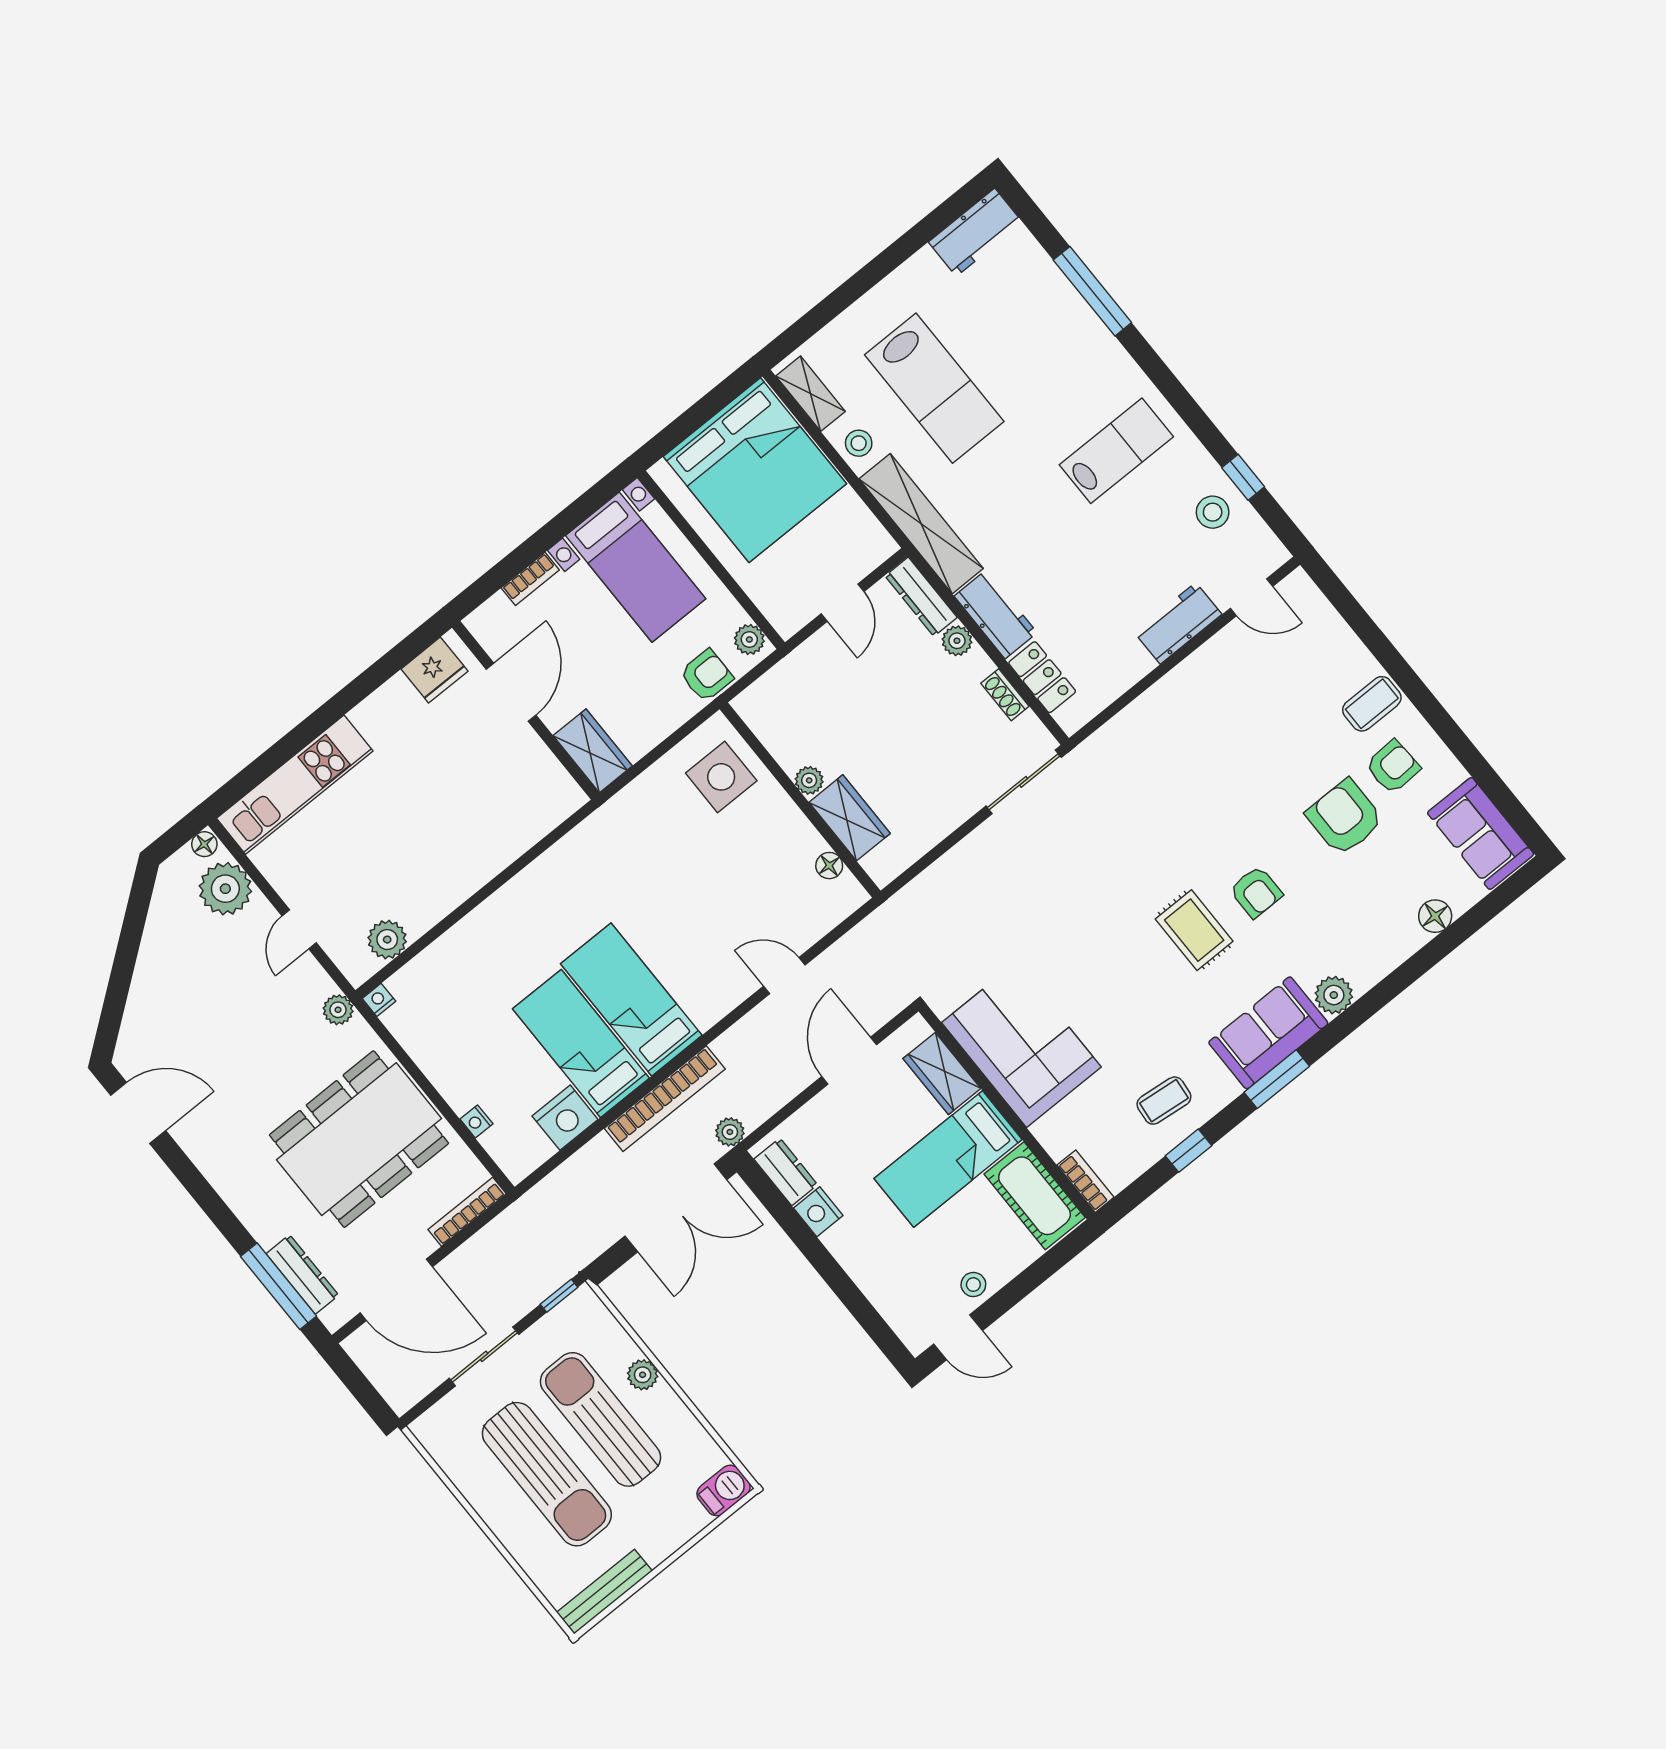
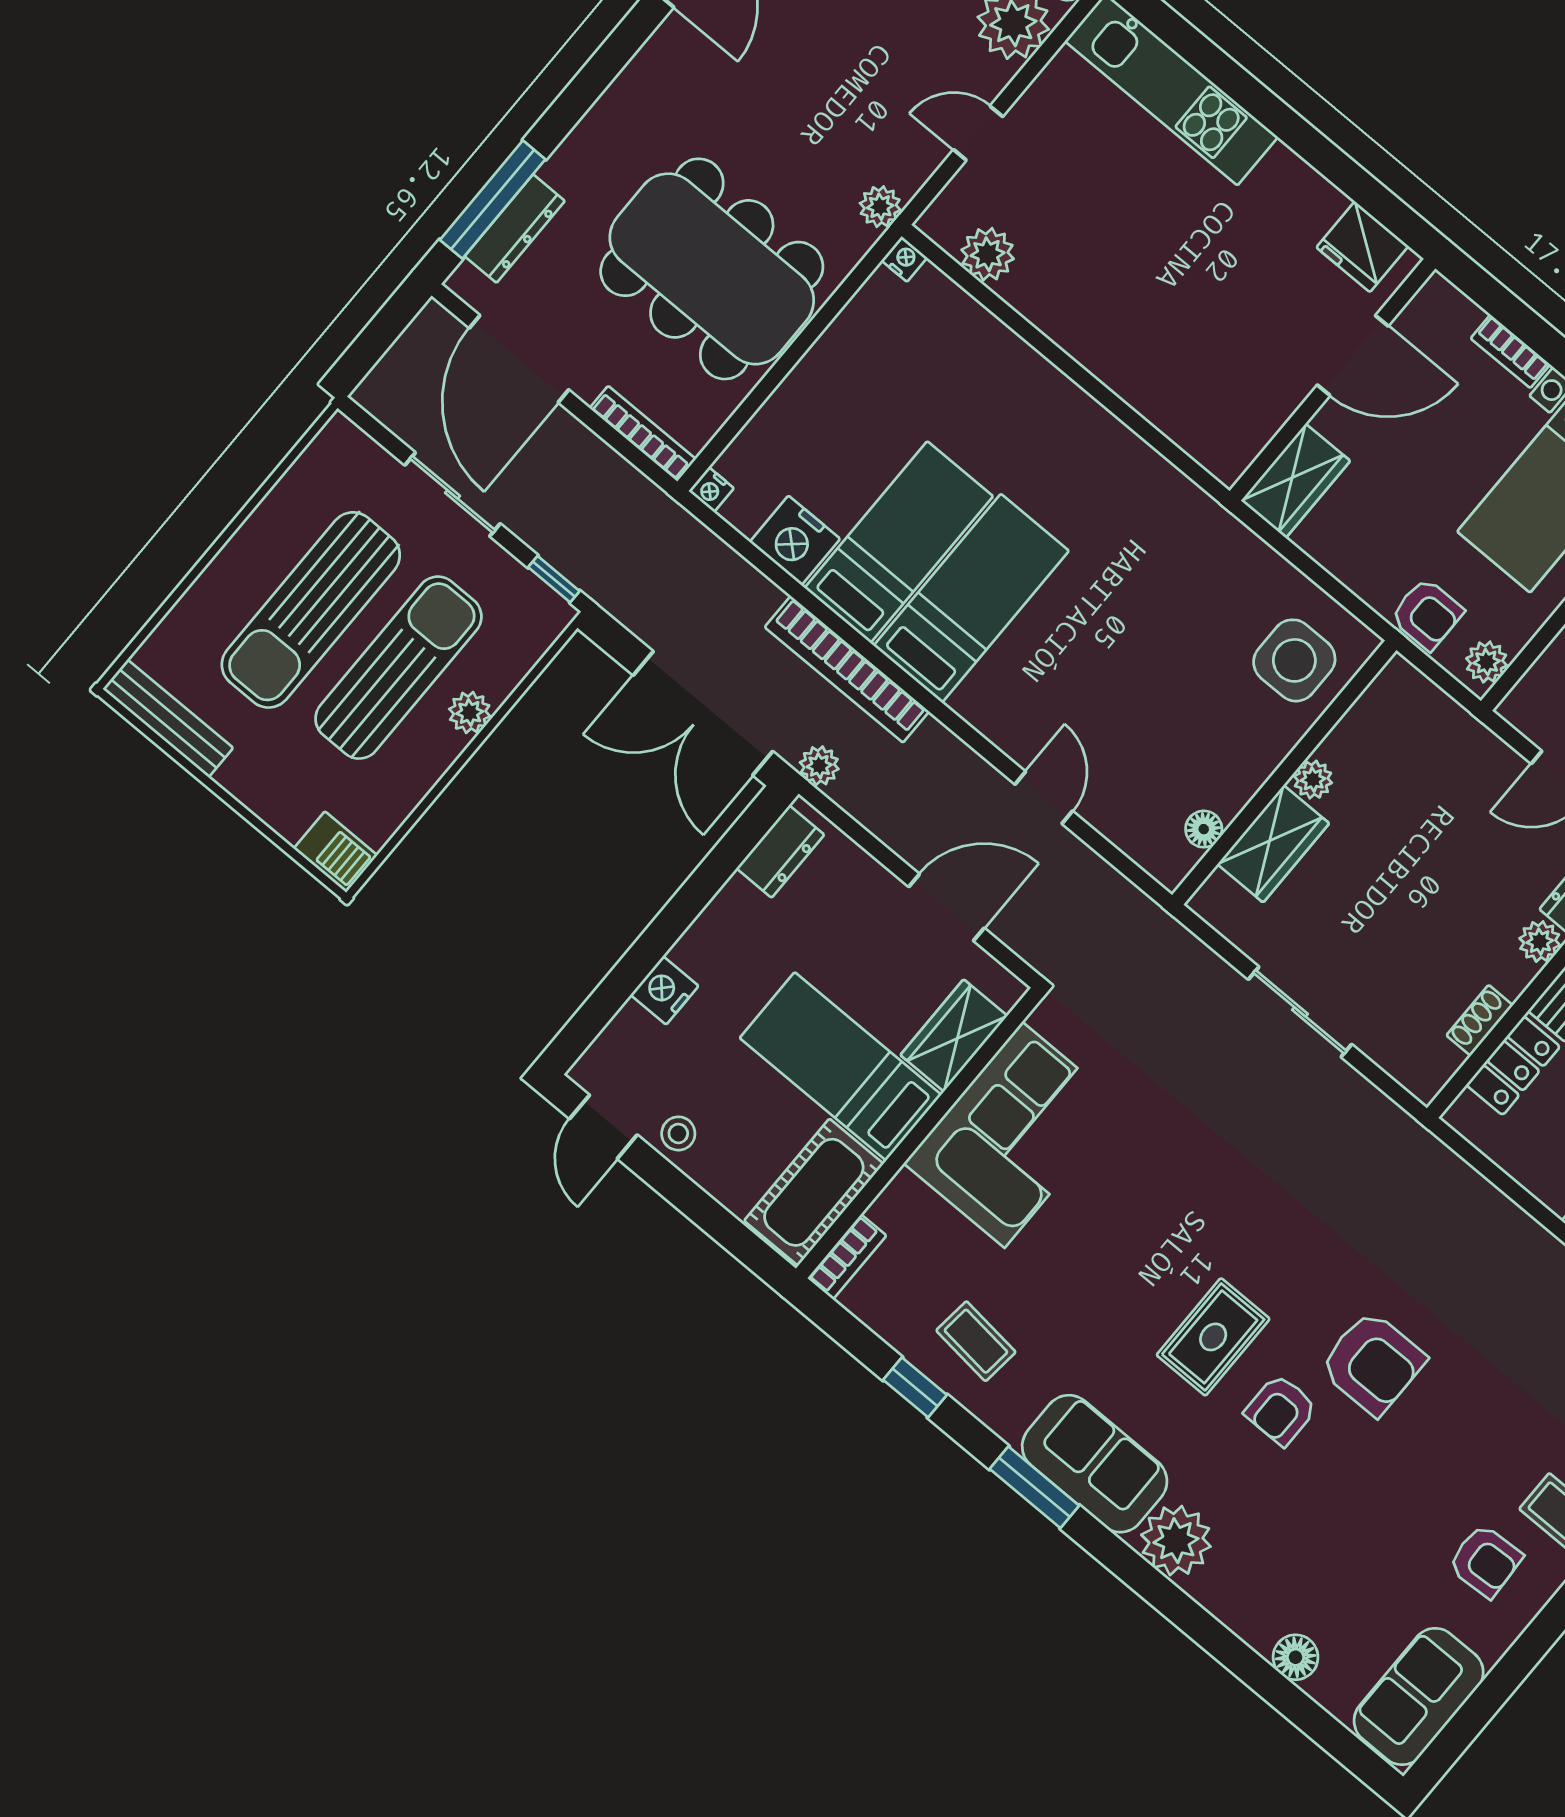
sliding door: (1024, 782) -> (1300, 1012), moved
armchair: (1345, 817) -> (1373, 1363), moved, turned 90
plant: (1334, 995) -> (1176, 1541), width x1.36, depth x1.36
nightstand: (476, 1121) -> (711, 490), moved, turned -90
nightstand: (818, 1212) -> (664, 990), moved

